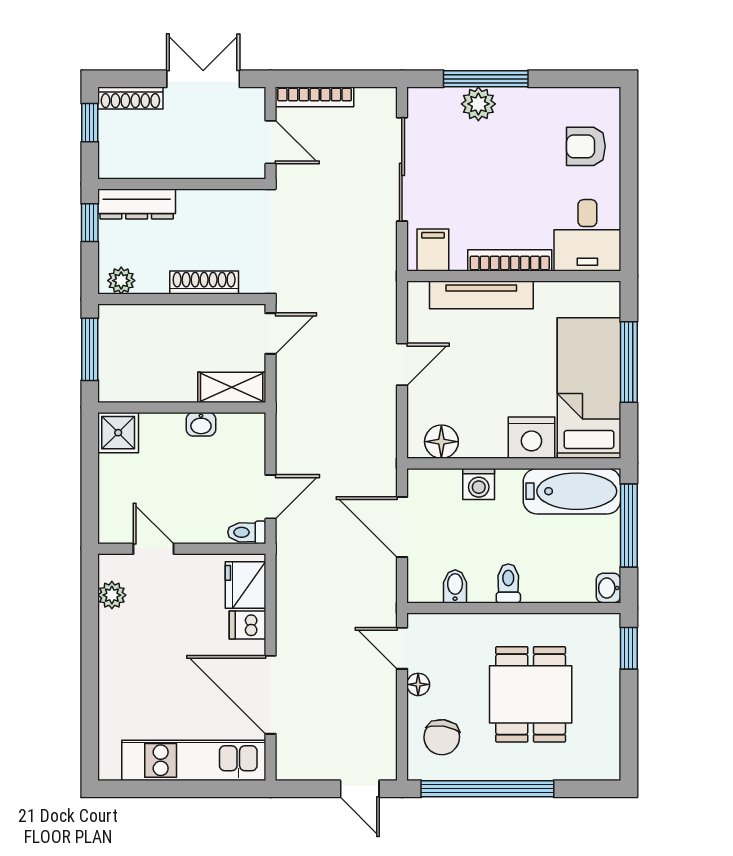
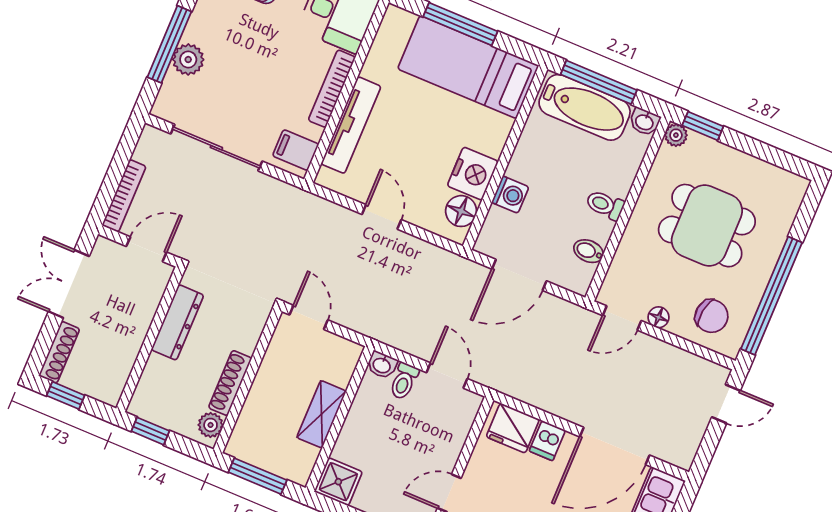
dresser: (137, 204) -> (177, 322), moved
shoe rack: (204, 282) -> (230, 383), moved
shelving: (232, 387) -> (321, 414), moved
washbasin: (201, 424) -> (382, 365), moved, turned 90
nightstand: (531, 438) -> (473, 174), moved
bathtub: (572, 491) -> (585, 107), moved, turned 90
toilet: (247, 532) -> (404, 381), moved
plant: (608, 625) -> (676, 135), added

